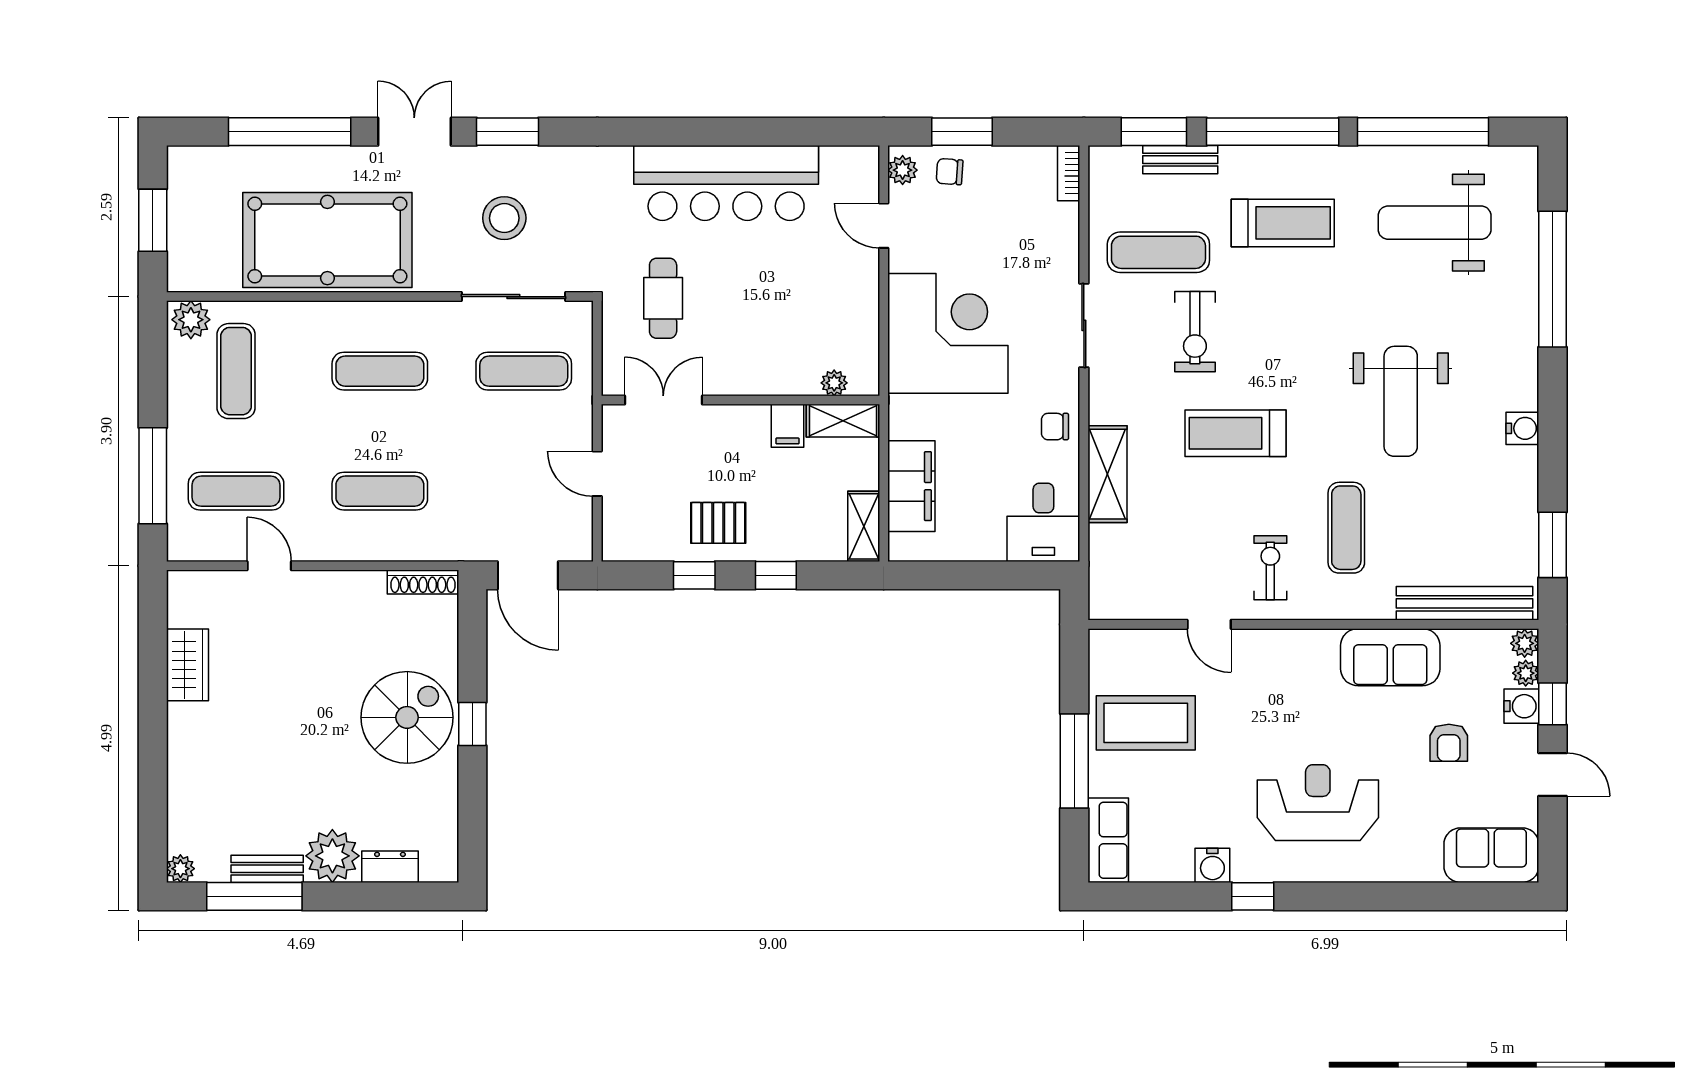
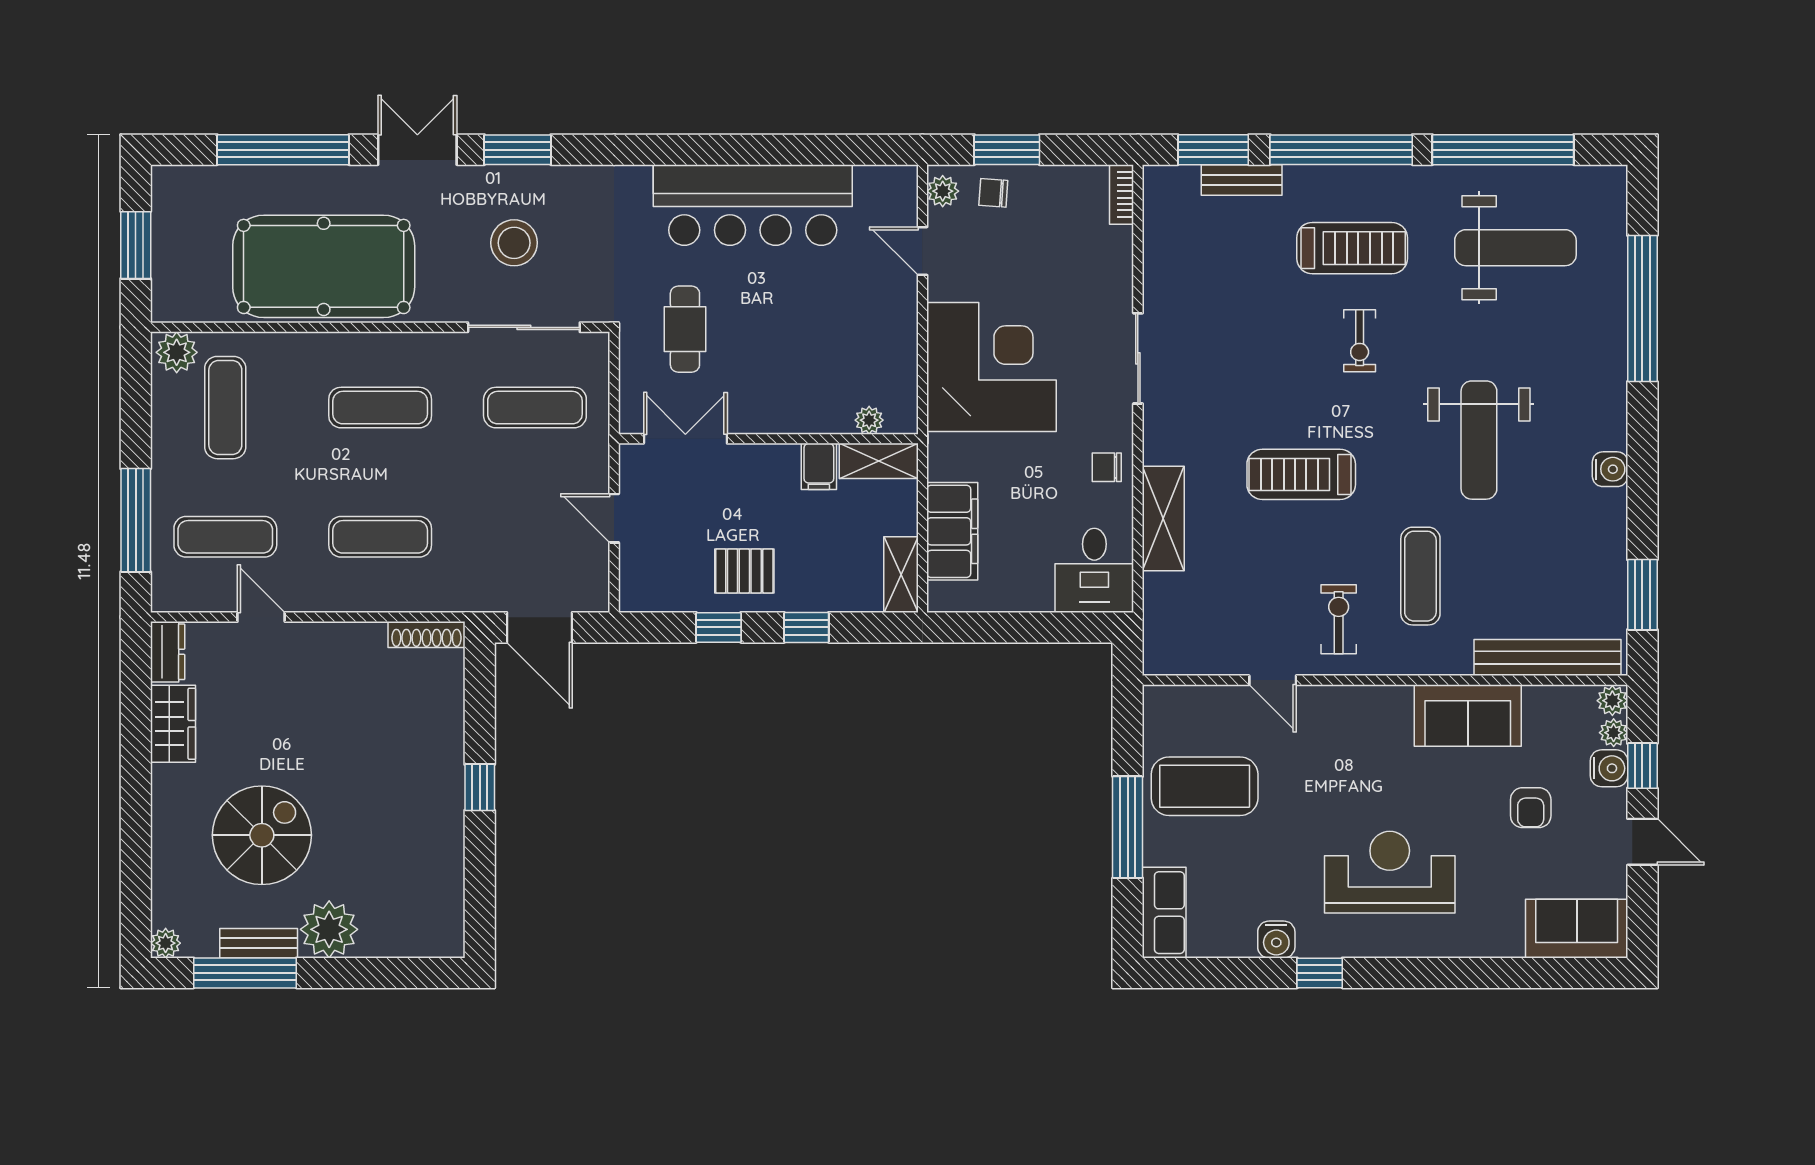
weight bench: (1435, 223) -> (1515, 248), turned 180
exercise mat: (1158, 252) -> (1218, 280), removed
exercise bike: (1195, 332) -> (1360, 341), moved, width x0.73, depth x0.72
spiral stairs: (407, 717) -> (262, 835), moved
dresser: (390, 867) -> (168, 652), moved, turned 90

